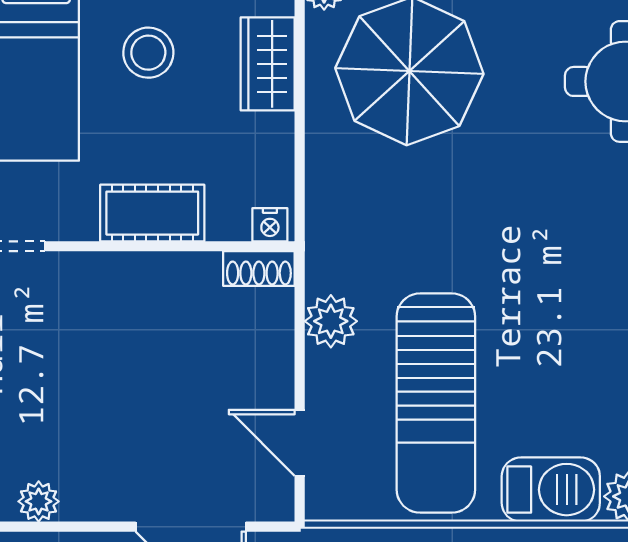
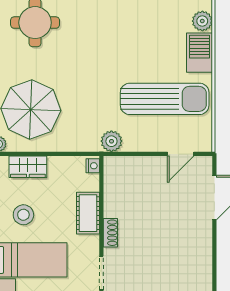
shoe rack: (259, 269) -> (110, 233), moved
plant: (331, 321) -> (111, 141), moved
plant: (39, 501) -> (204, 259), removed

